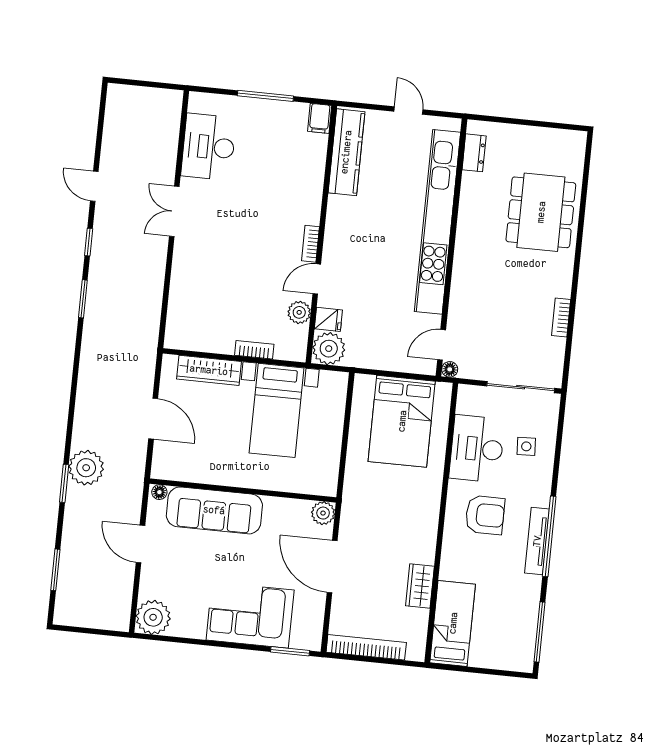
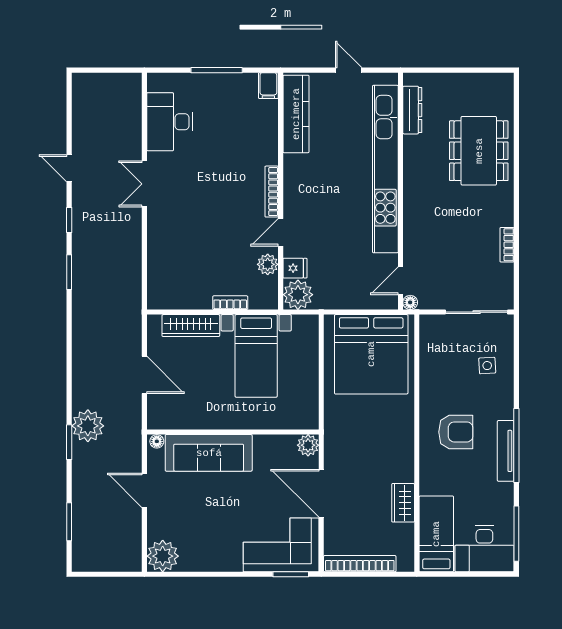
dresser: (474, 153) -> (412, 110), width x1.44
bookcase: (310, 244) -> (272, 192), width x1.56
bed: (402, 421) -> (371, 354), width x1.36
desk: (477, 449) -> (484, 549), moved, turned -90
corner sofa: (250, 615) -> (281, 545), moved

